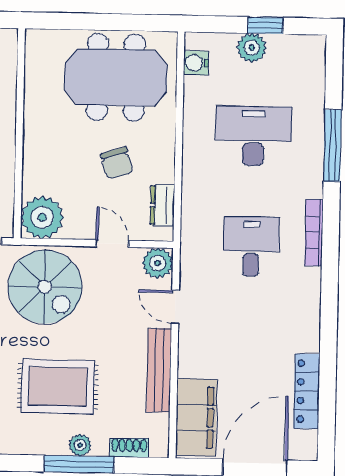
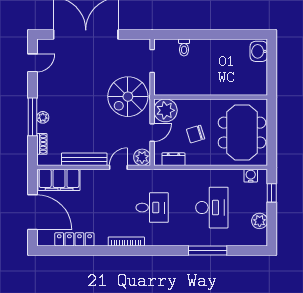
window: (265, 25) -> (272, 193), moved
plant: (252, 48) -> (260, 221), moved
wall: (19, 133) -> (211, 97), moved
plant: (42, 217) -> (165, 110), moved
bookcase: (314, 233) -> (126, 241), moved
rug: (58, 387) -> (74, 105), removed

